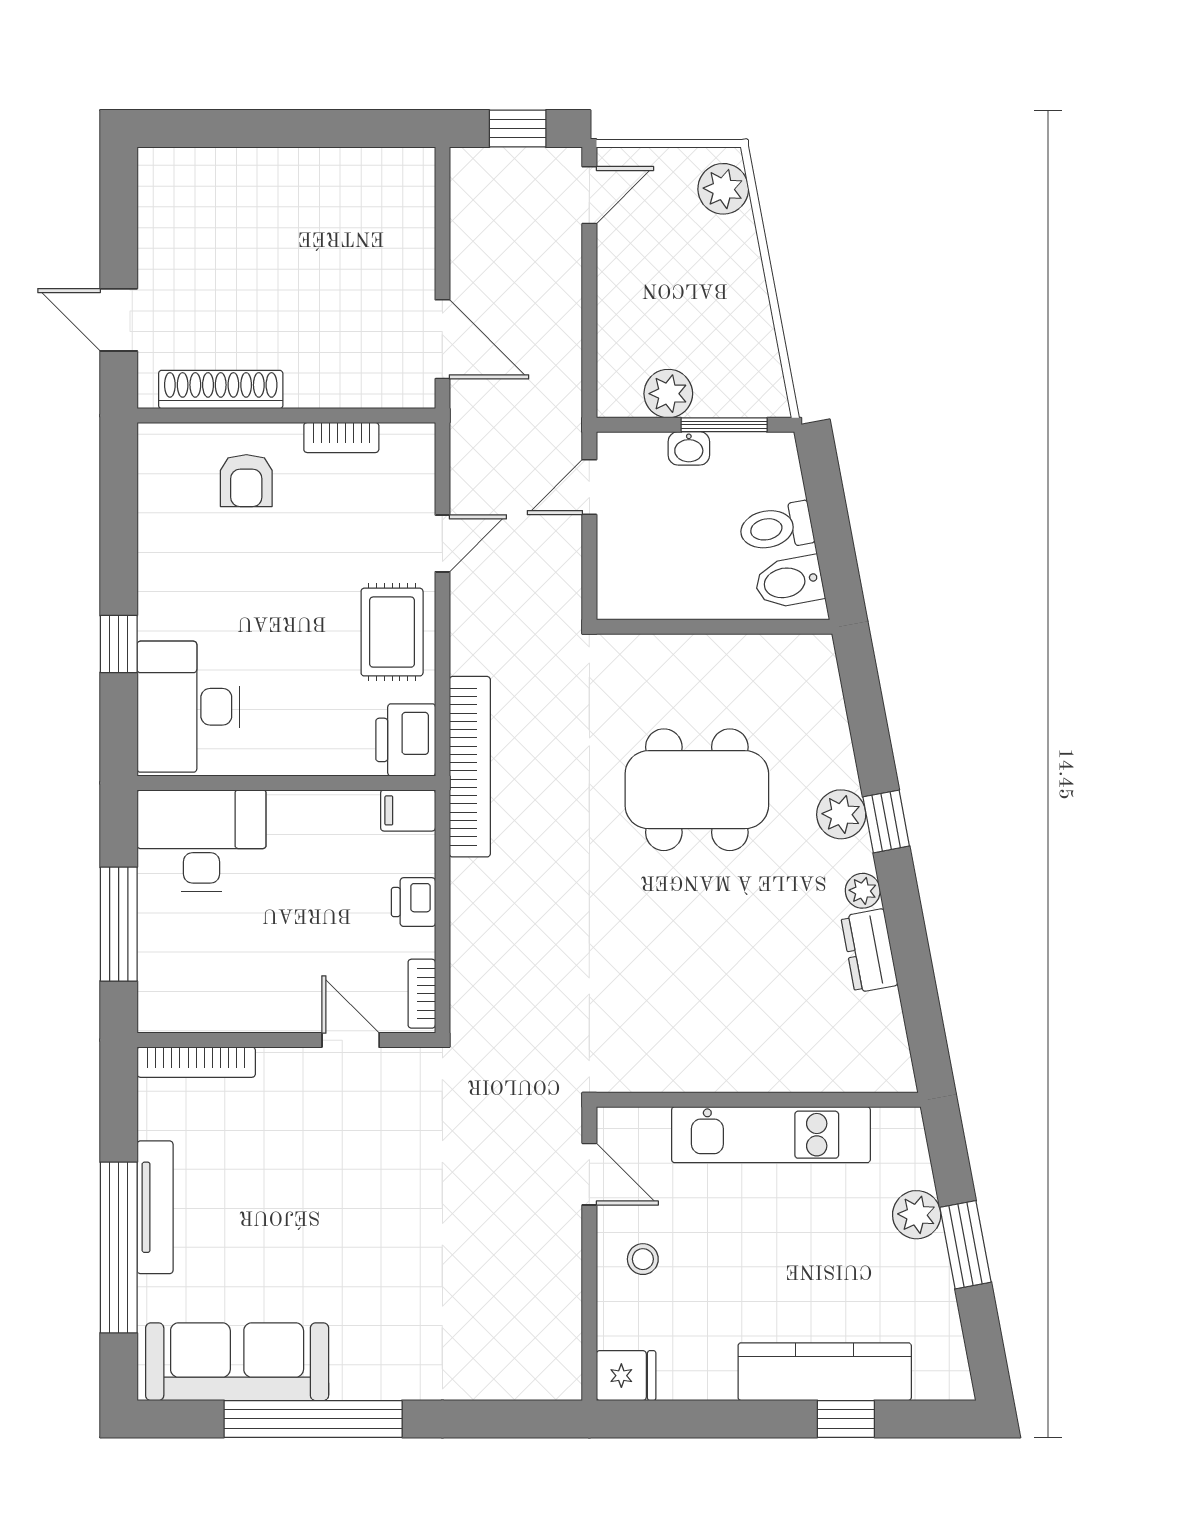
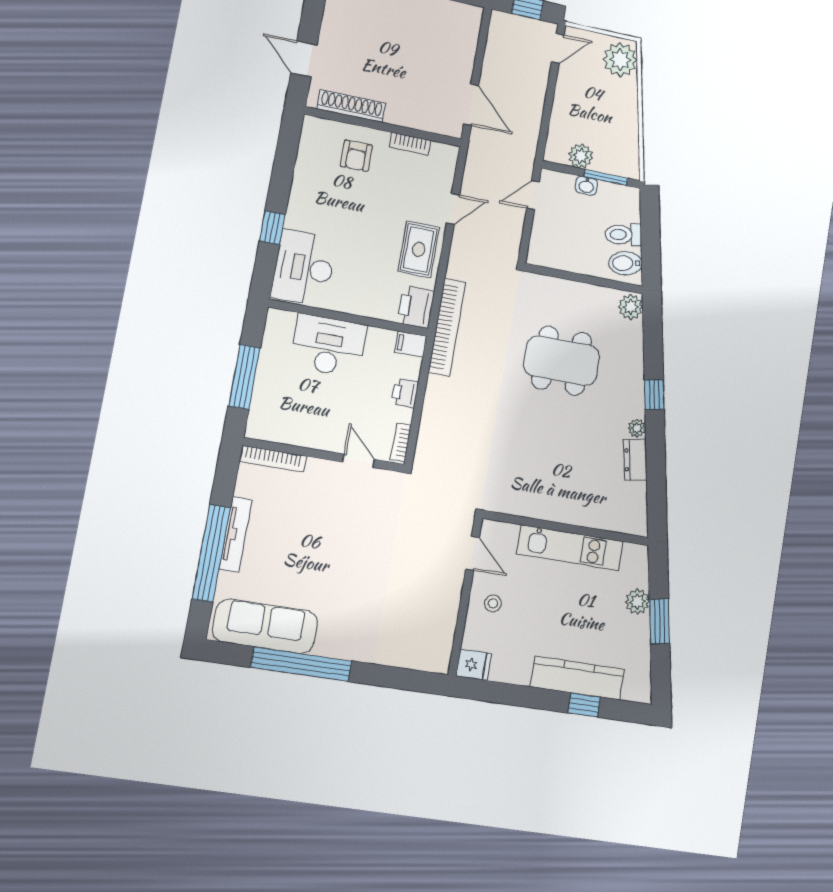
plant: (723, 189) -> (620, 60), width x1.36, depth x1.36
plant: (841, 814) -> (631, 307), moved
desk: (202, 840) -> (328, 346), moved

